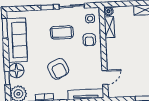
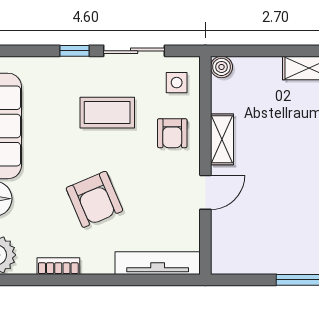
shelving: (109, 27) -> (222, 139), moved
door: (105, 77) -> (205, 192), moved

